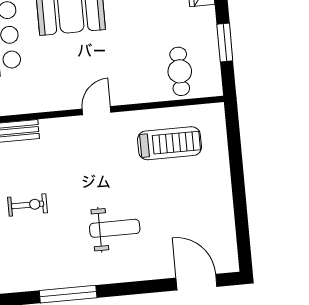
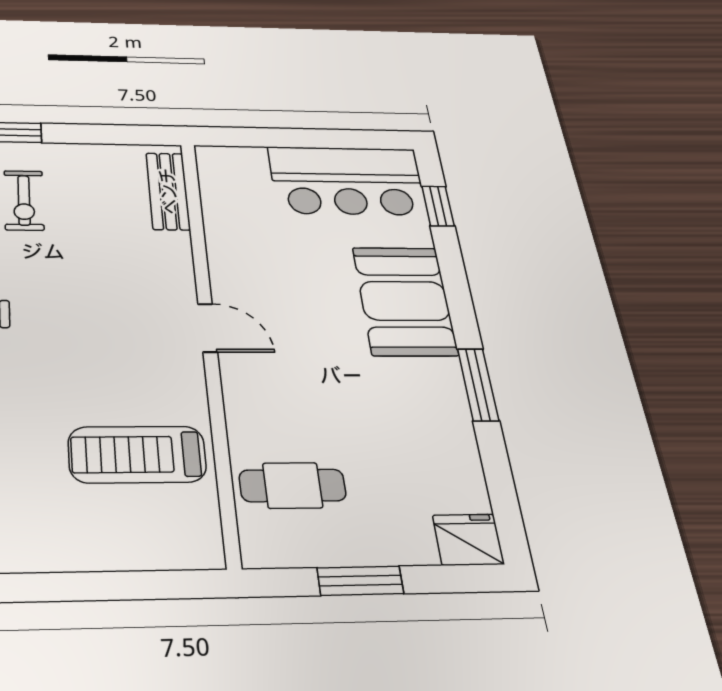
treadmill: (170, 143) -> (137, 454), turned 90

